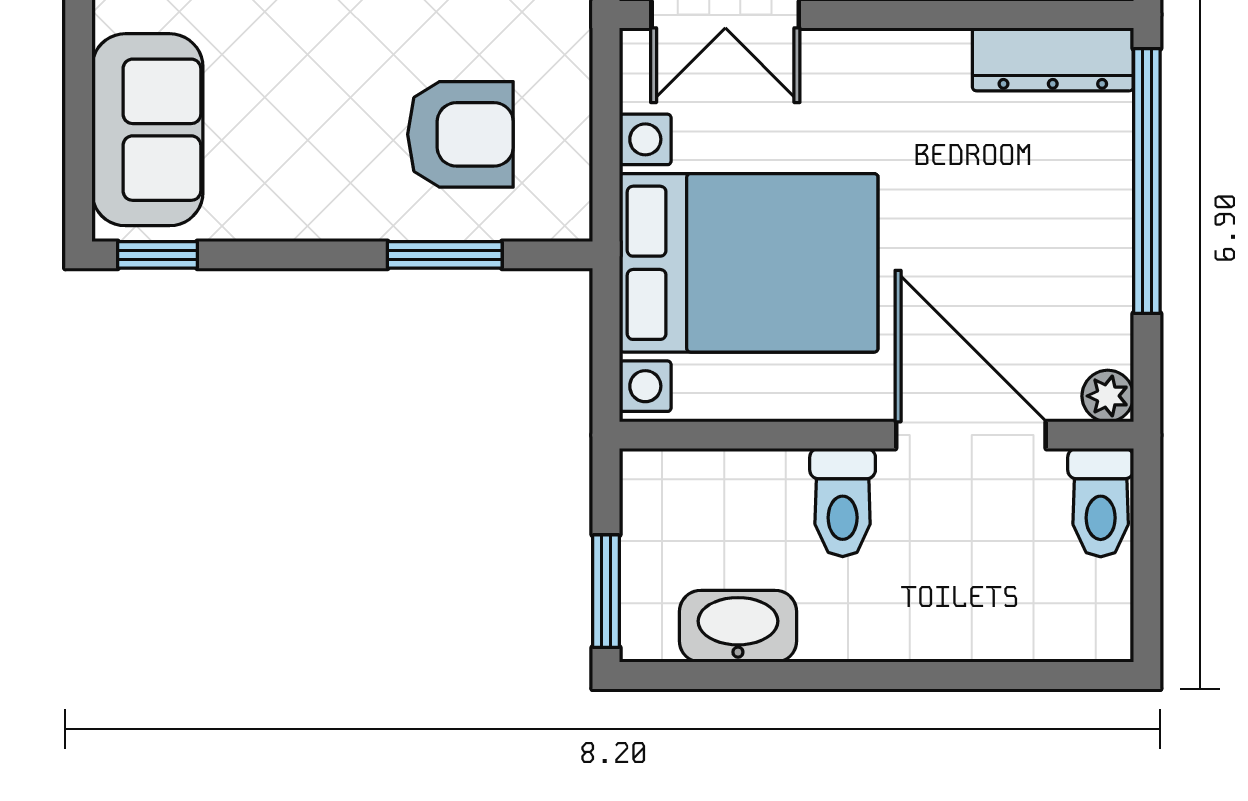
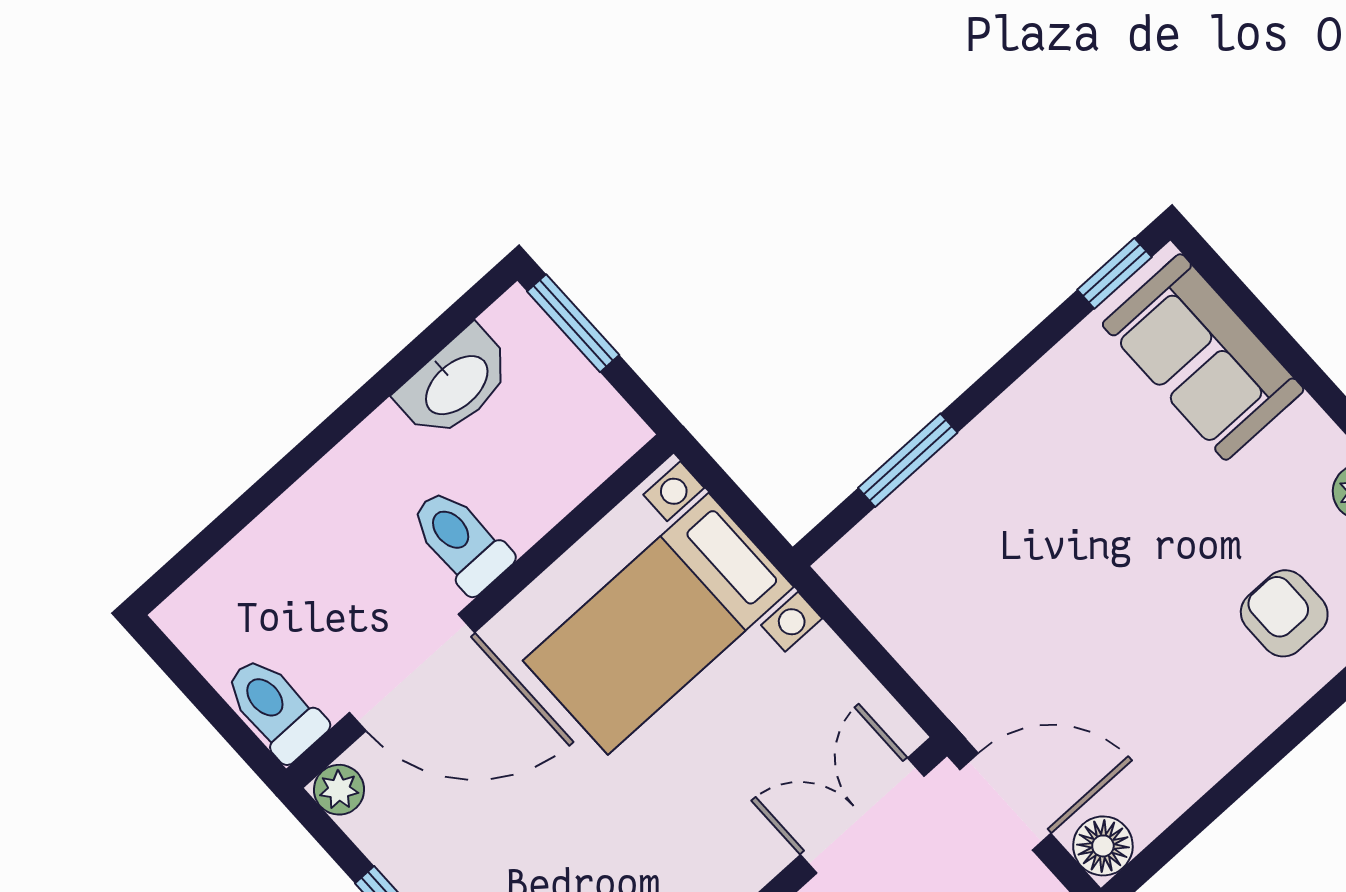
armchair: (460, 134) -> (975, 557), removed
bed with nightstands: (749, 263) -> (658, 624), width x0.73

